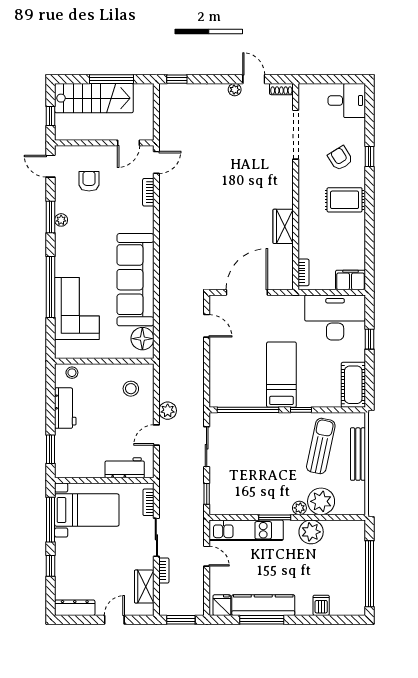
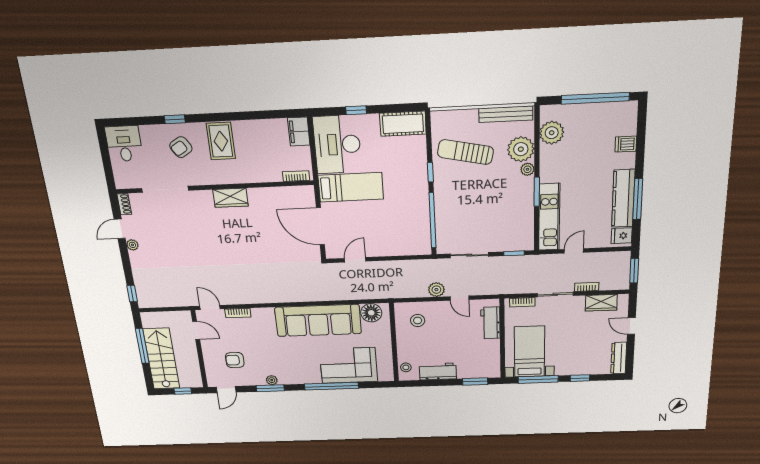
wardrobe: (283, 226) -> (230, 198), moved
bed: (281, 375) -> (351, 187), moved, turned 180
bench: (358, 454) -> (506, 114), moved
plant: (311, 532) -> (552, 133), moved

